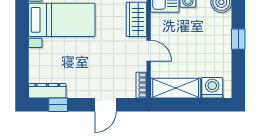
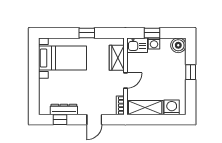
door: (149, 51) -> (125, 80), hinge flipped
dresser: (47, 91) -> (64, 110), moved

